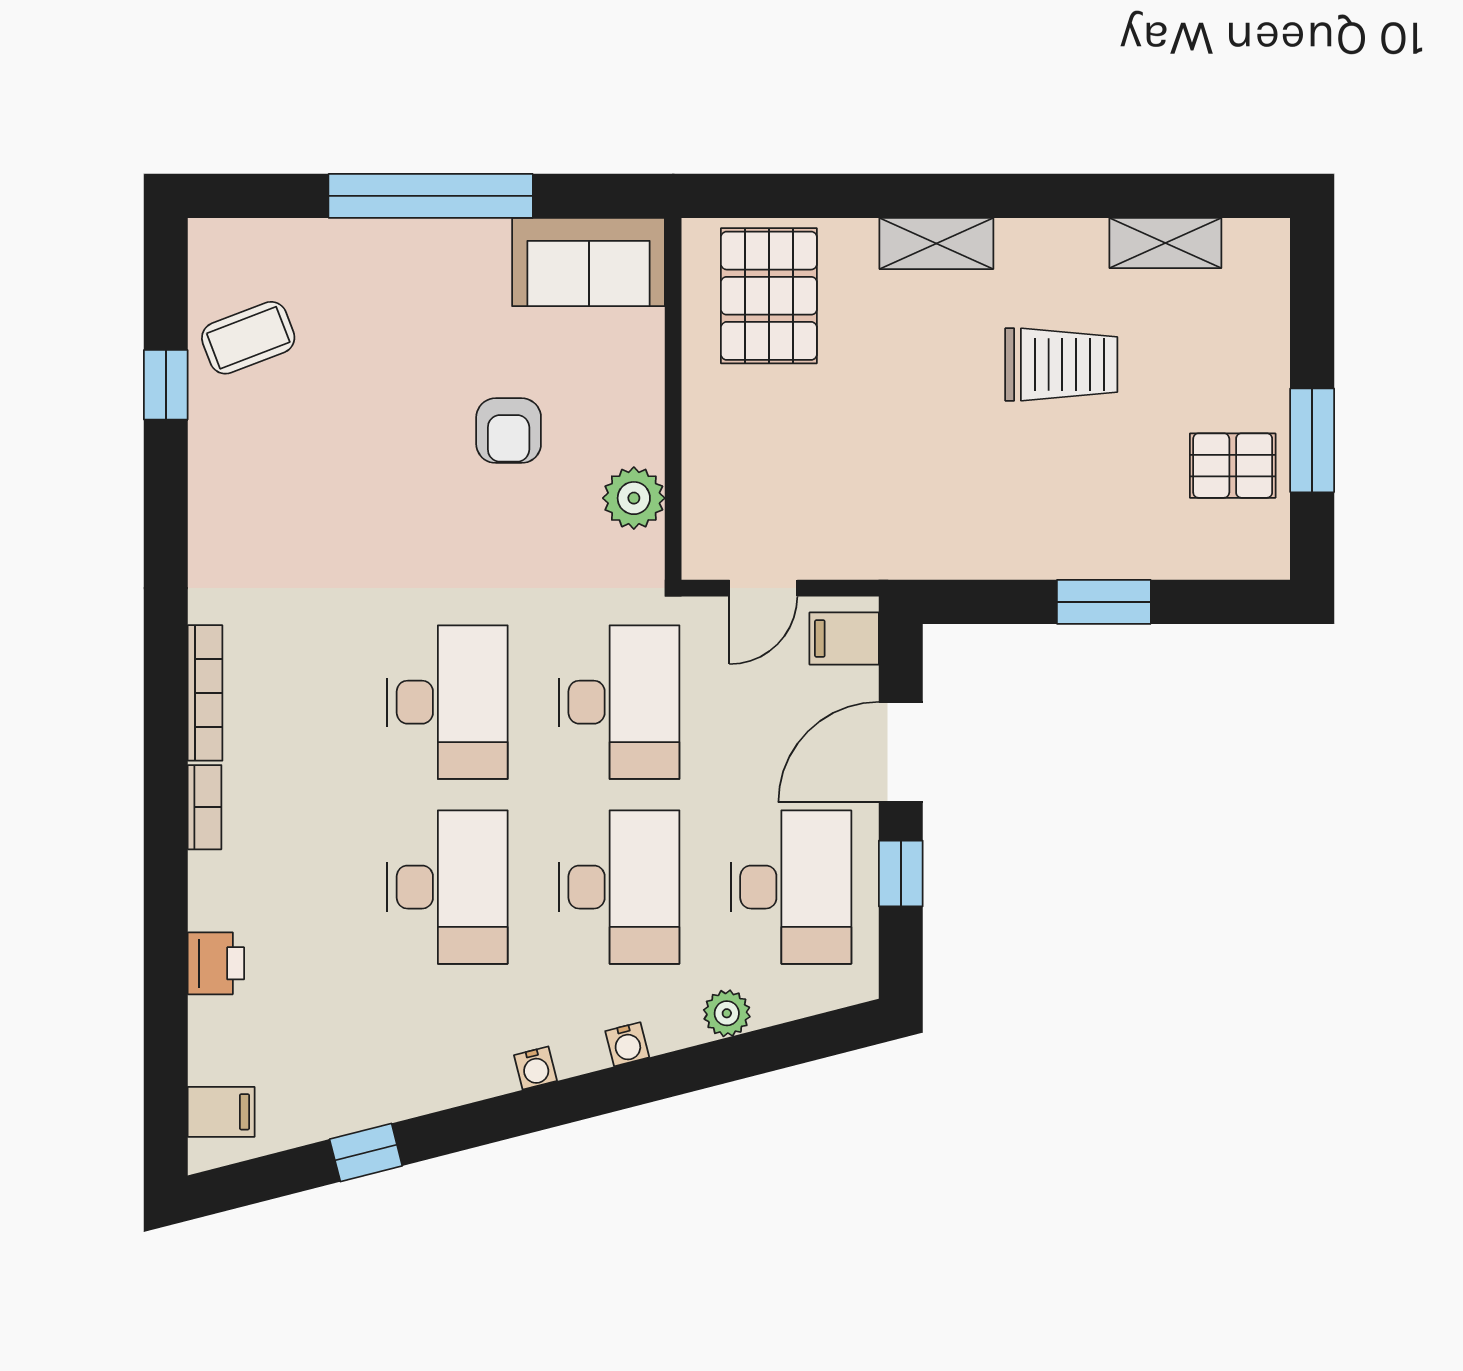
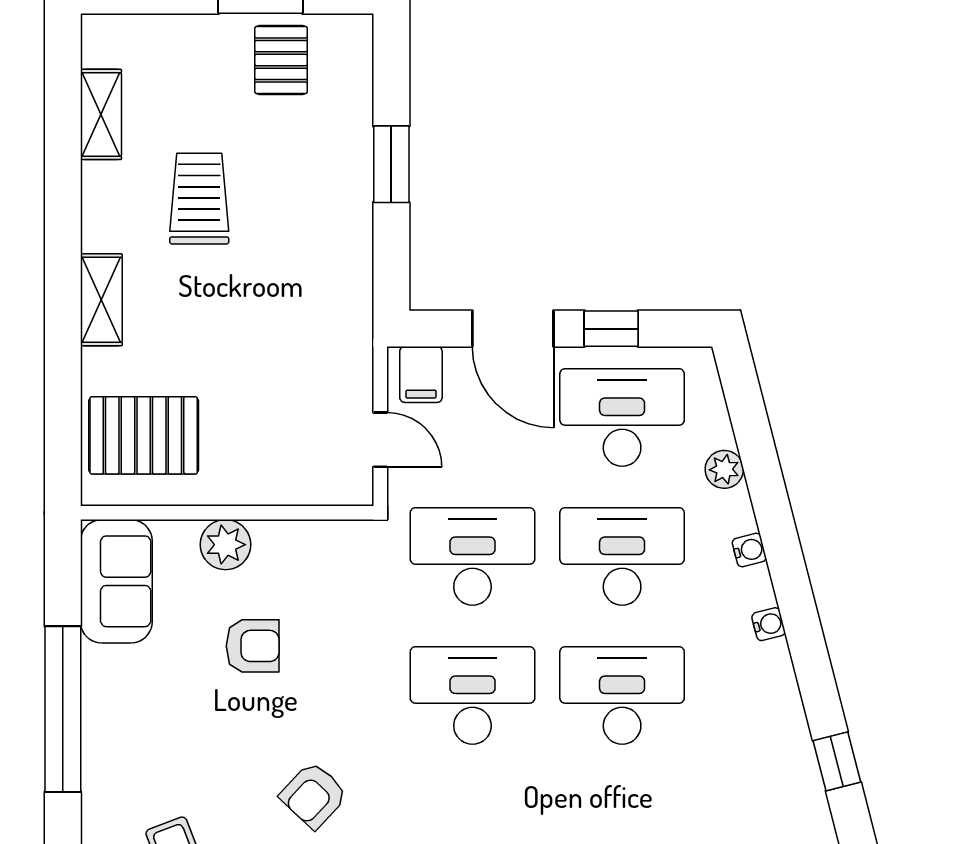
plant: (634, 498) -> (226, 545), moved
armchair: (324, 506) -> (314, 795), added

